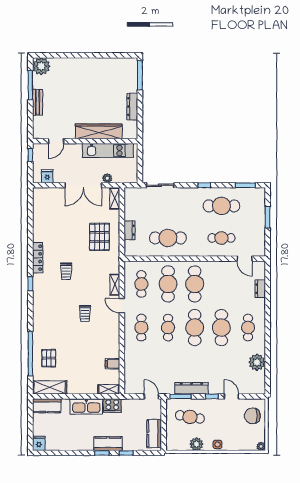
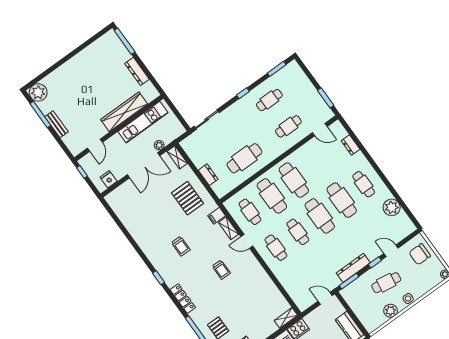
cafe table: (221, 206) -> (269, 100), width x0.73, depth x0.74
window: (268, 217) -> (326, 98), moved
locker: (38, 258) -> (183, 299), moved
filing cabinet: (112, 364) -> (217, 216), moved
cafe table: (190, 417) -> (386, 283), moved

